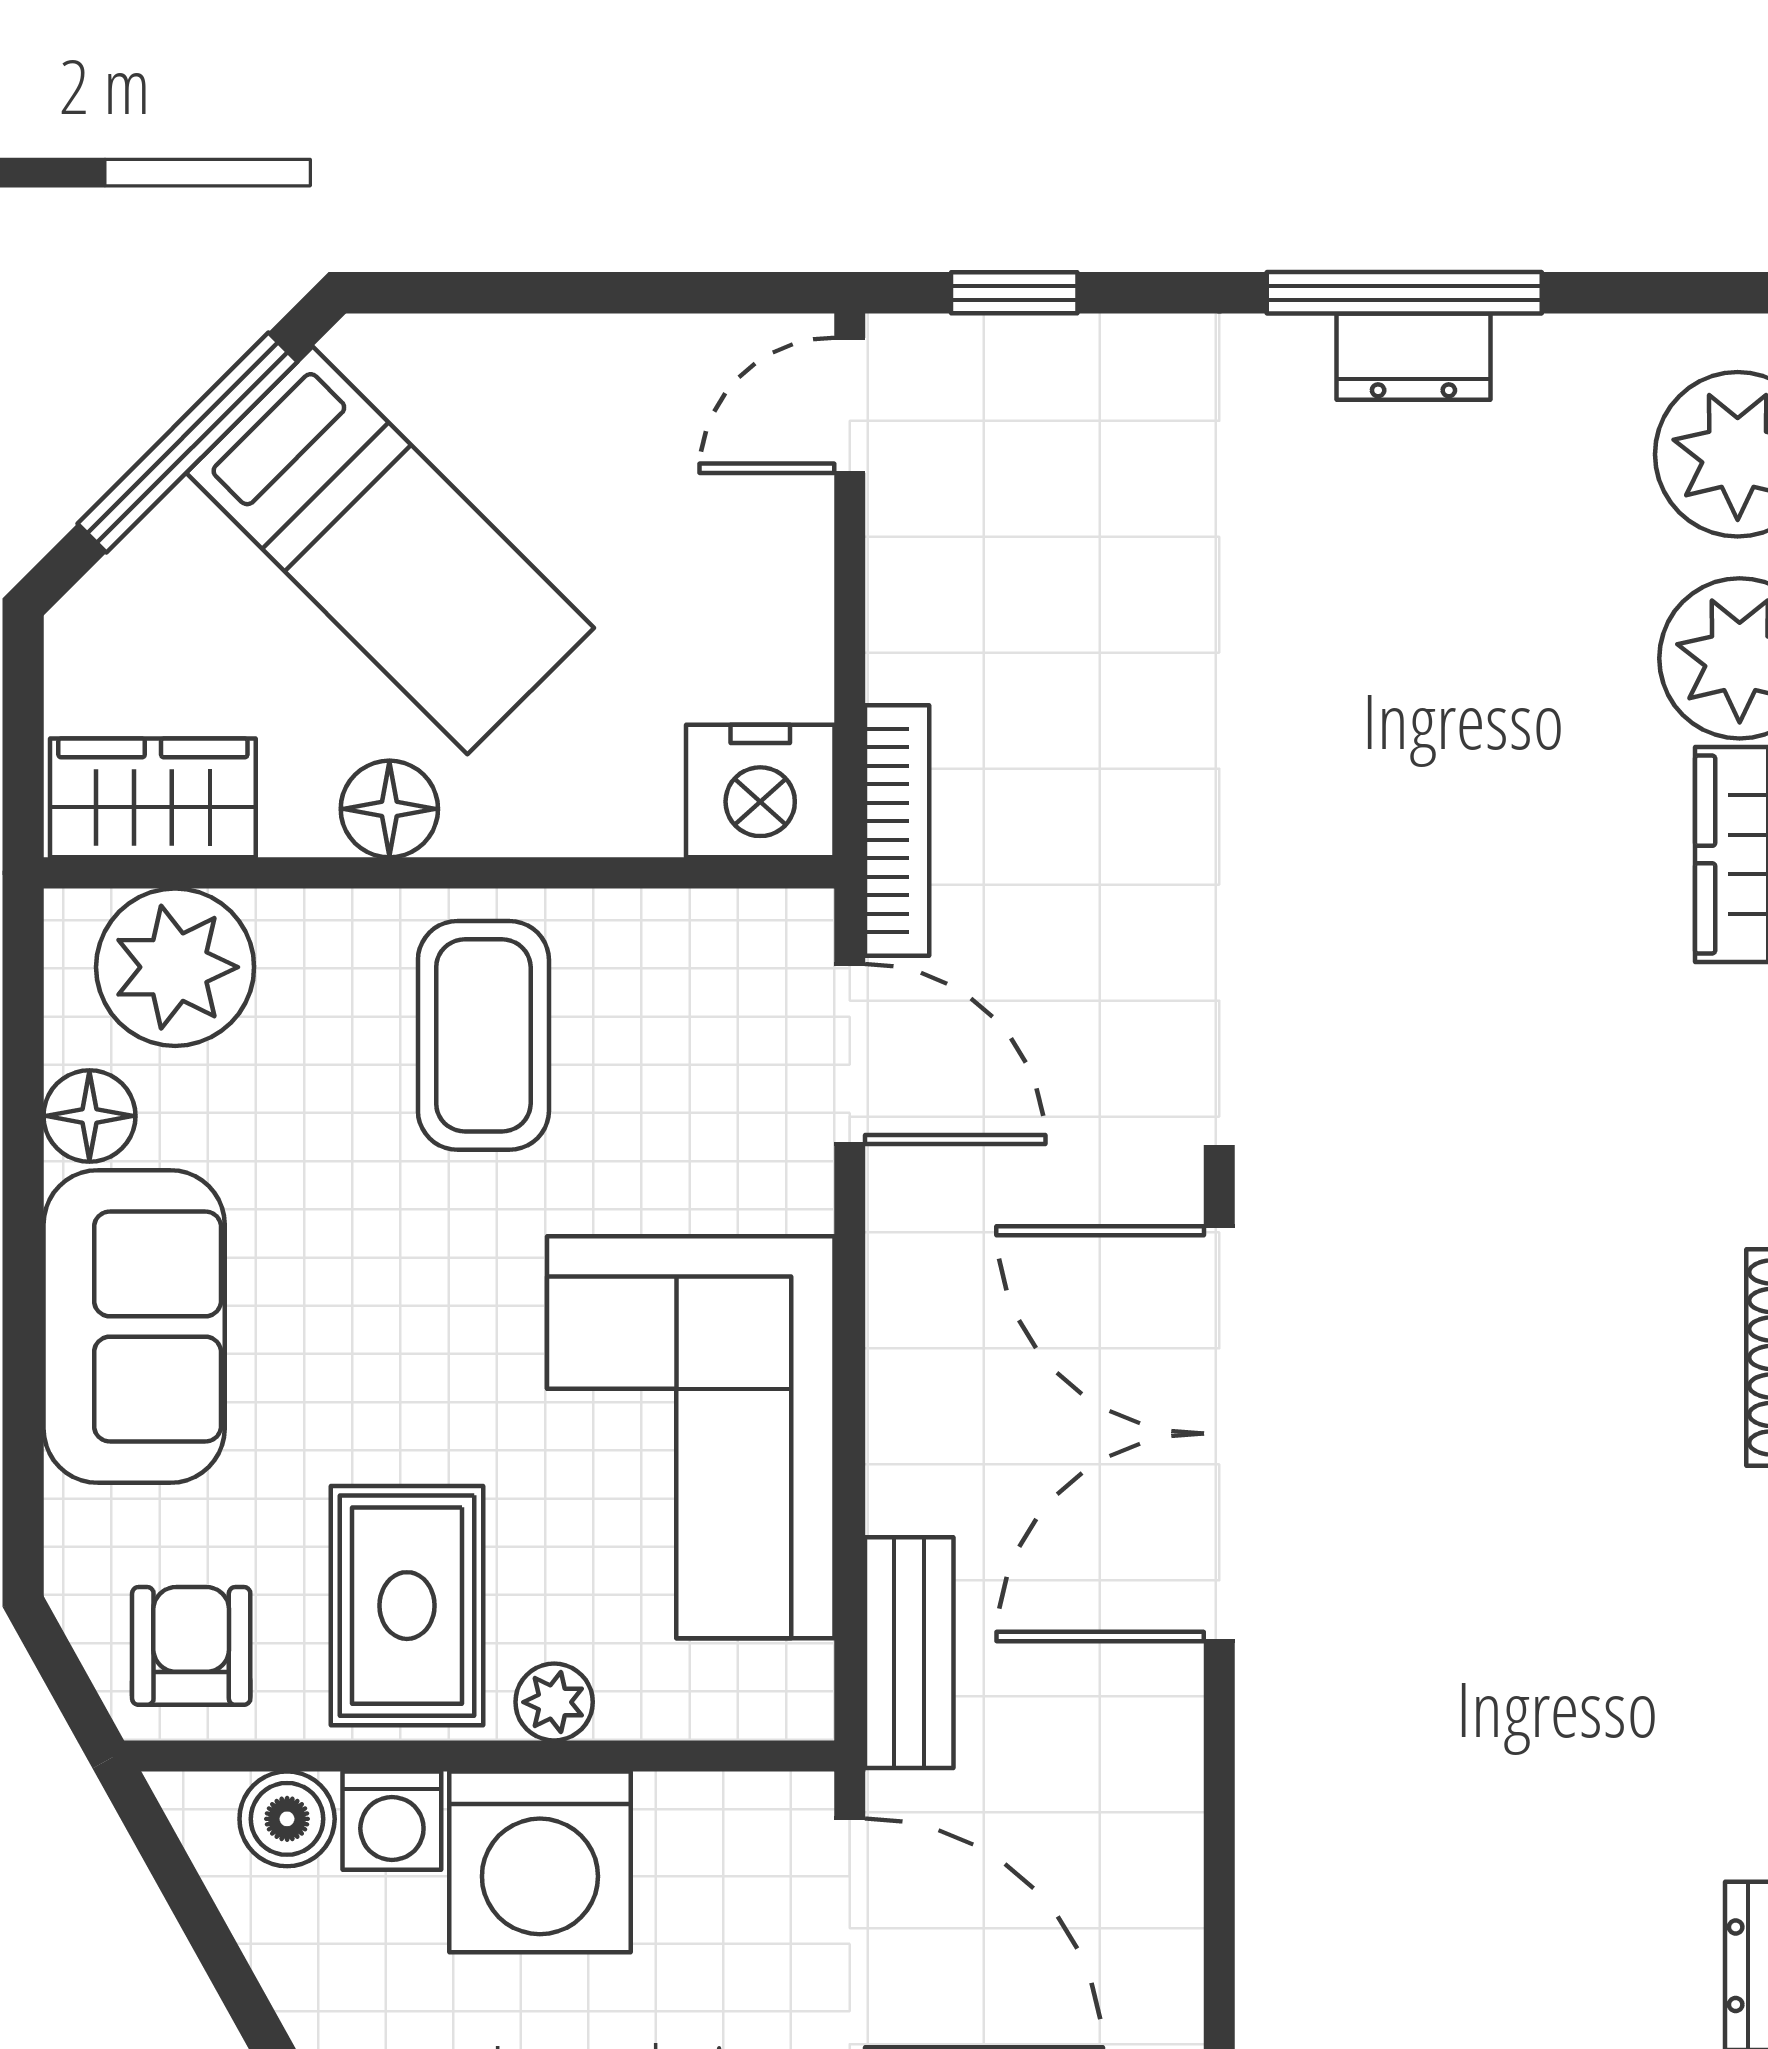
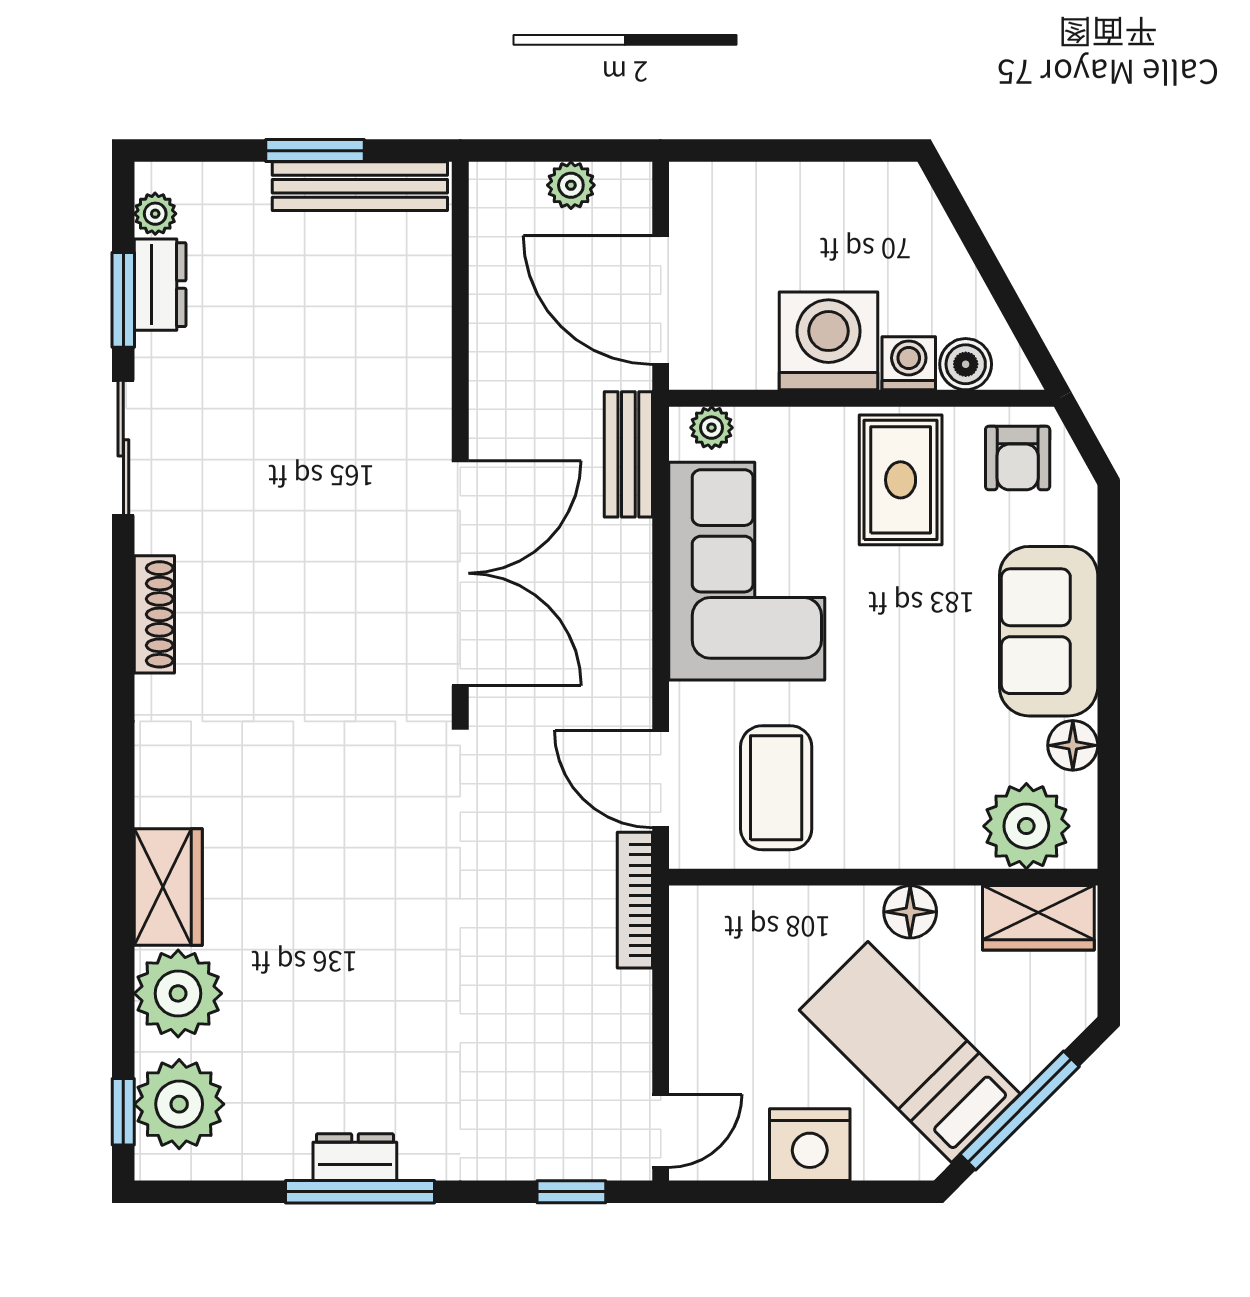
nightstand: (760, 791) -> (810, 1145), moved, turned 180
coffee table: (483, 1035) -> (776, 788), moved
plant: (554, 1702) -> (712, 428), moved

